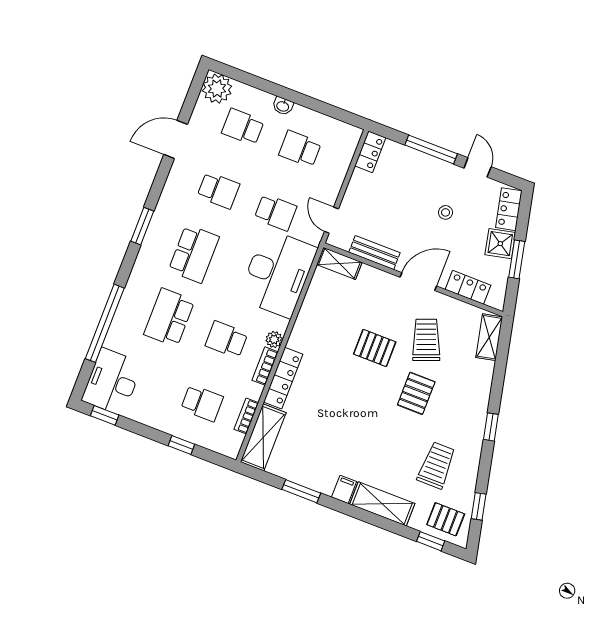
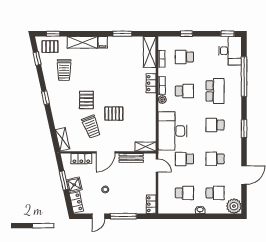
door: (478, 167) -> (98, 216), hinge flipped
school desk: (194, 254) -> (215, 125), width x0.54
locker: (283, 378) -> (151, 83), width x0.66

